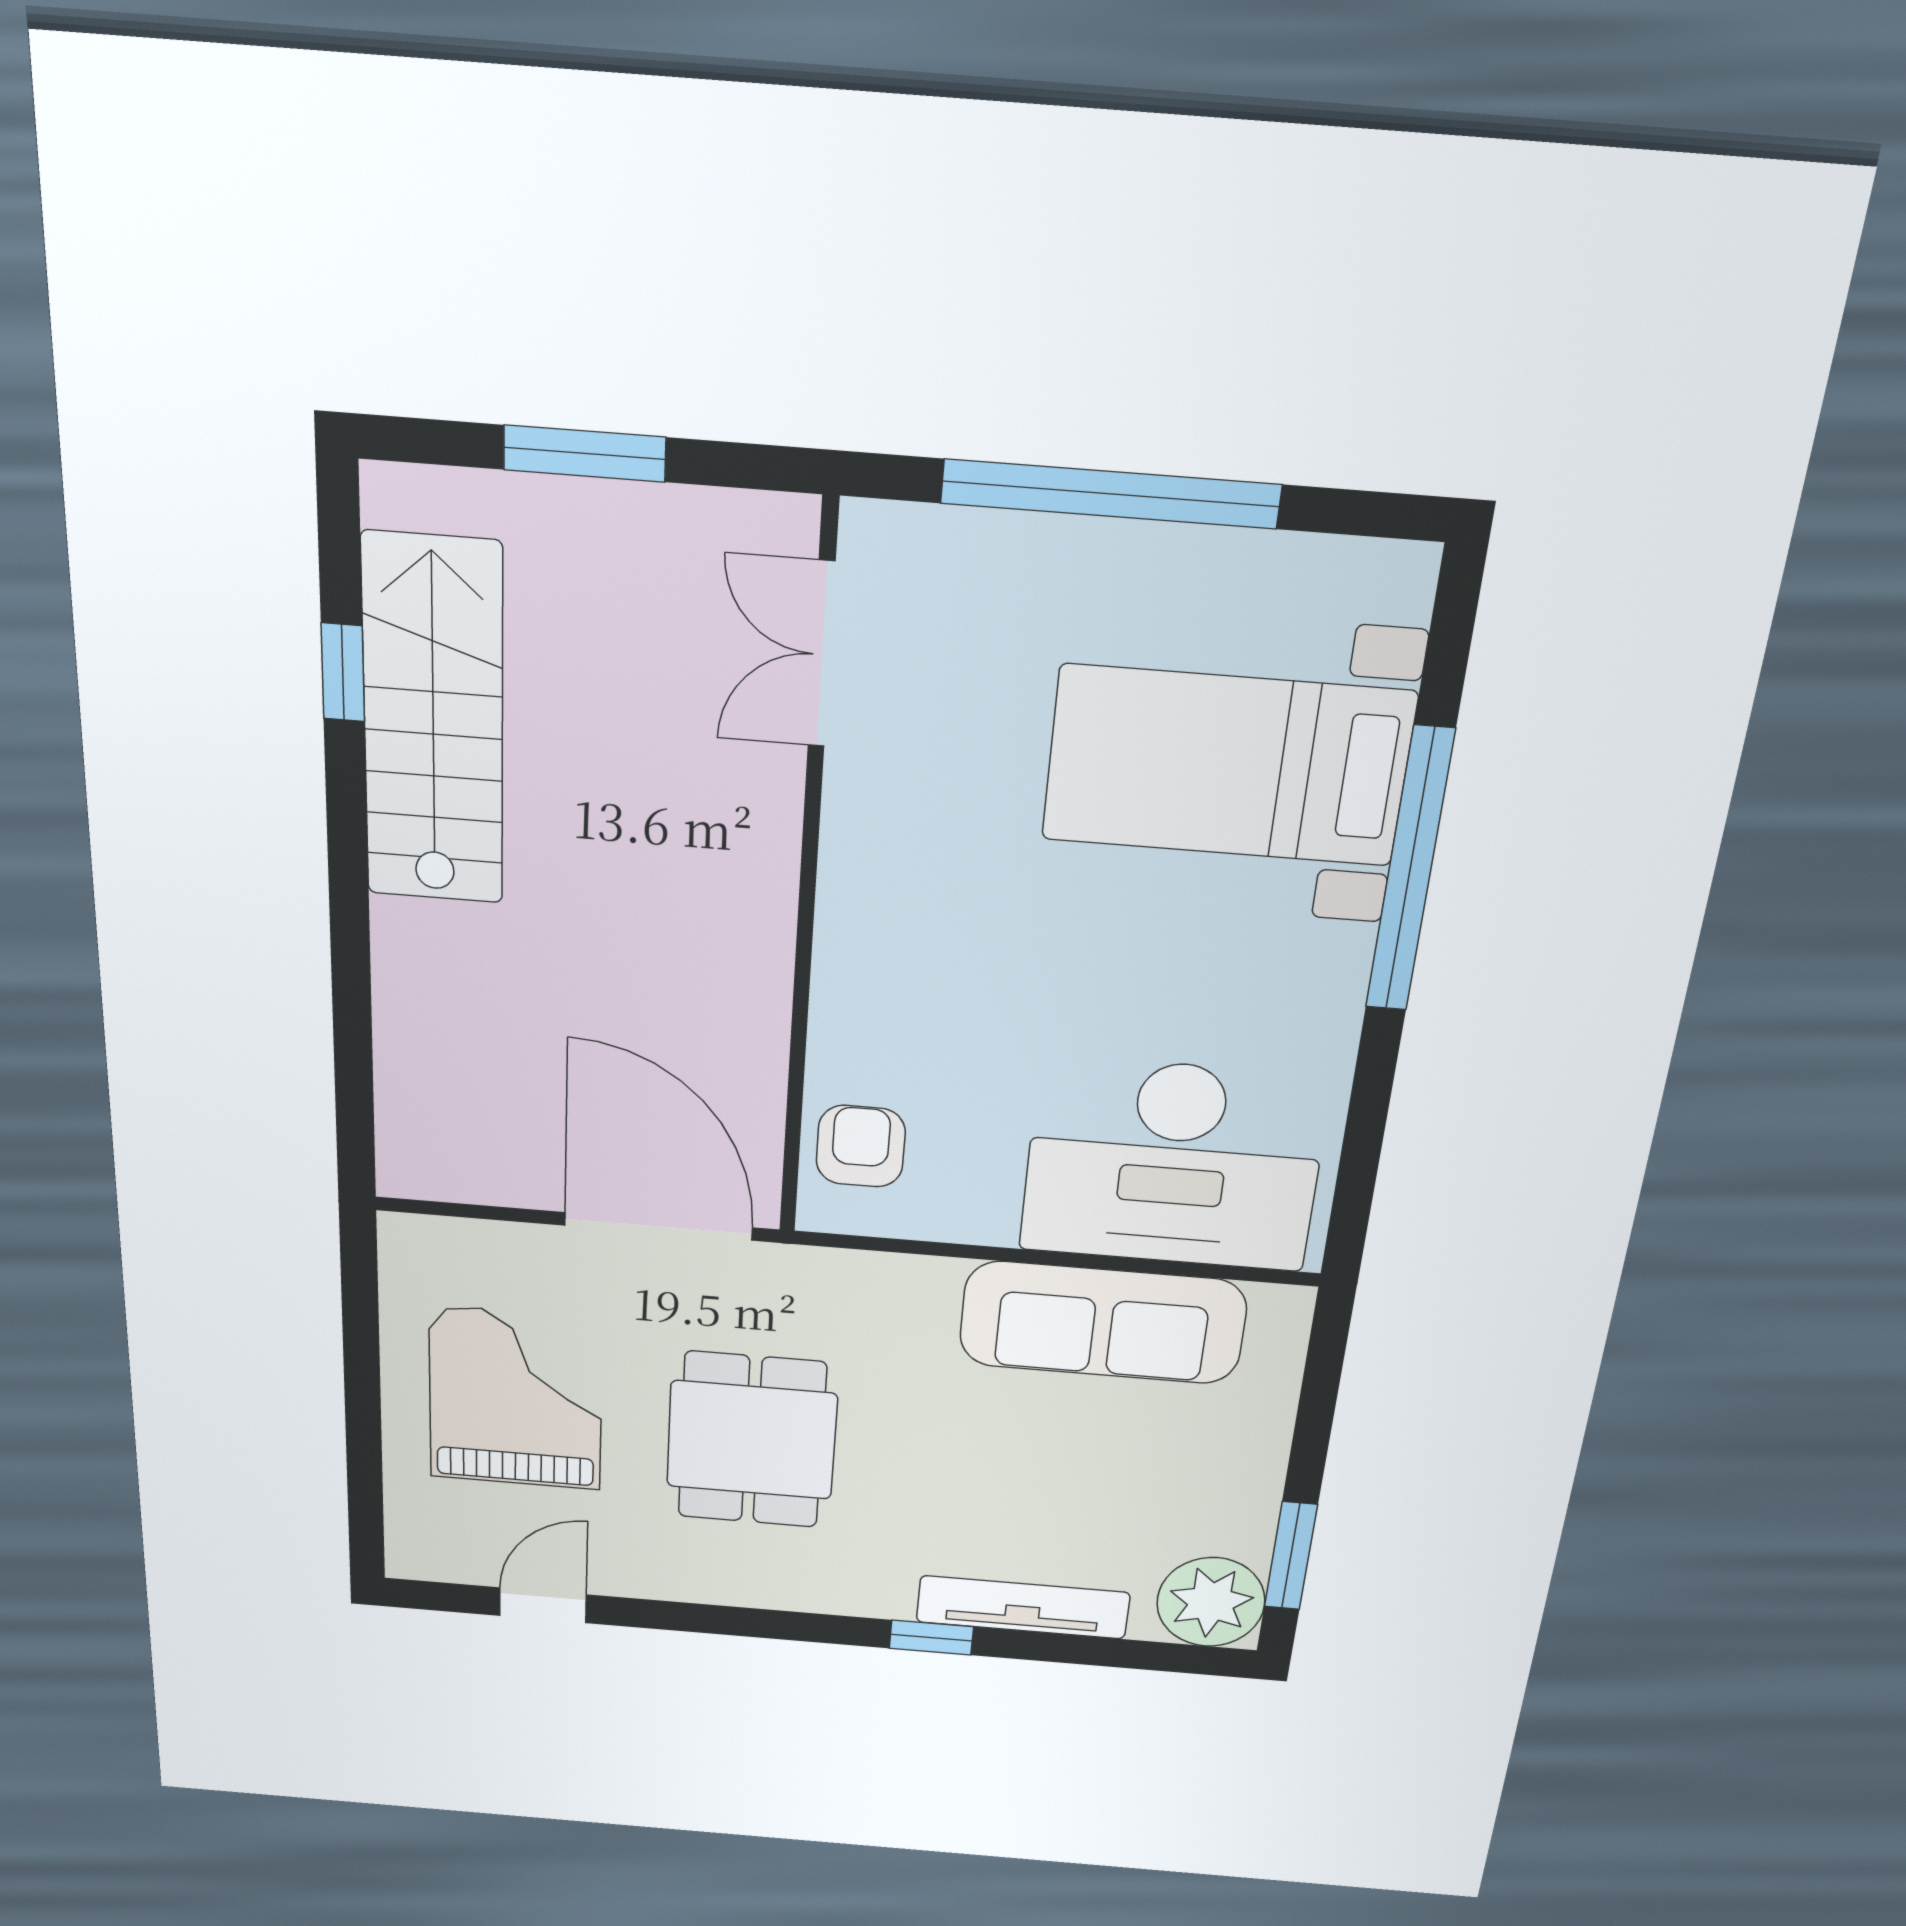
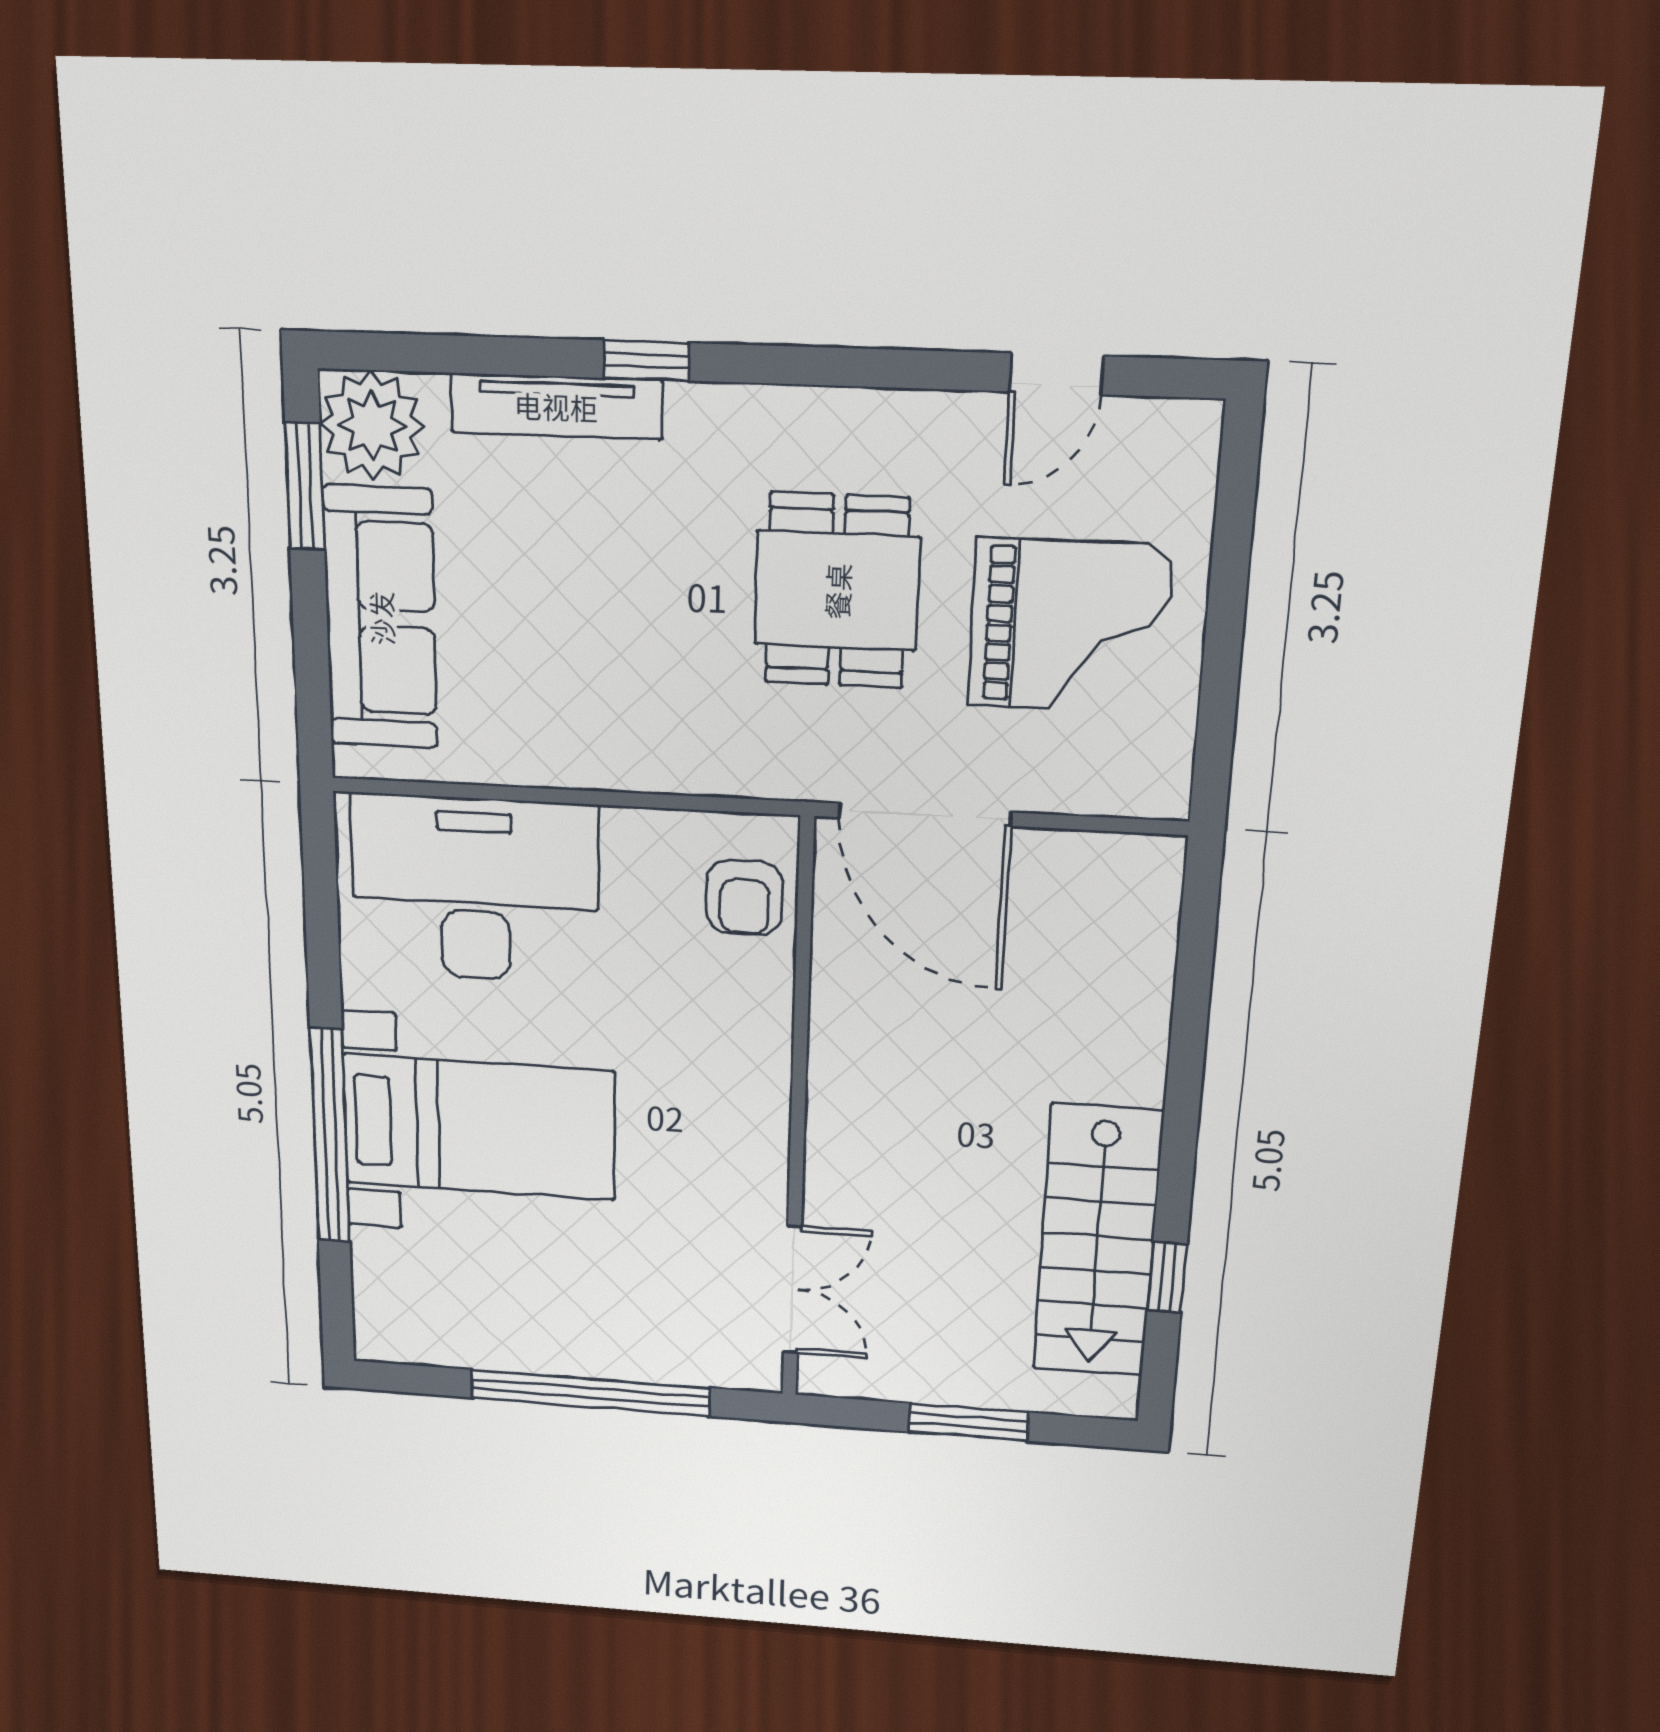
bed with nightstands: (1227, 766) -> (479, 1127), moved
sofa: (1103, 1323) -> (381, 618), moved, turned 90
grand piano: (516, 1398) -> (1070, 626), turned -90

